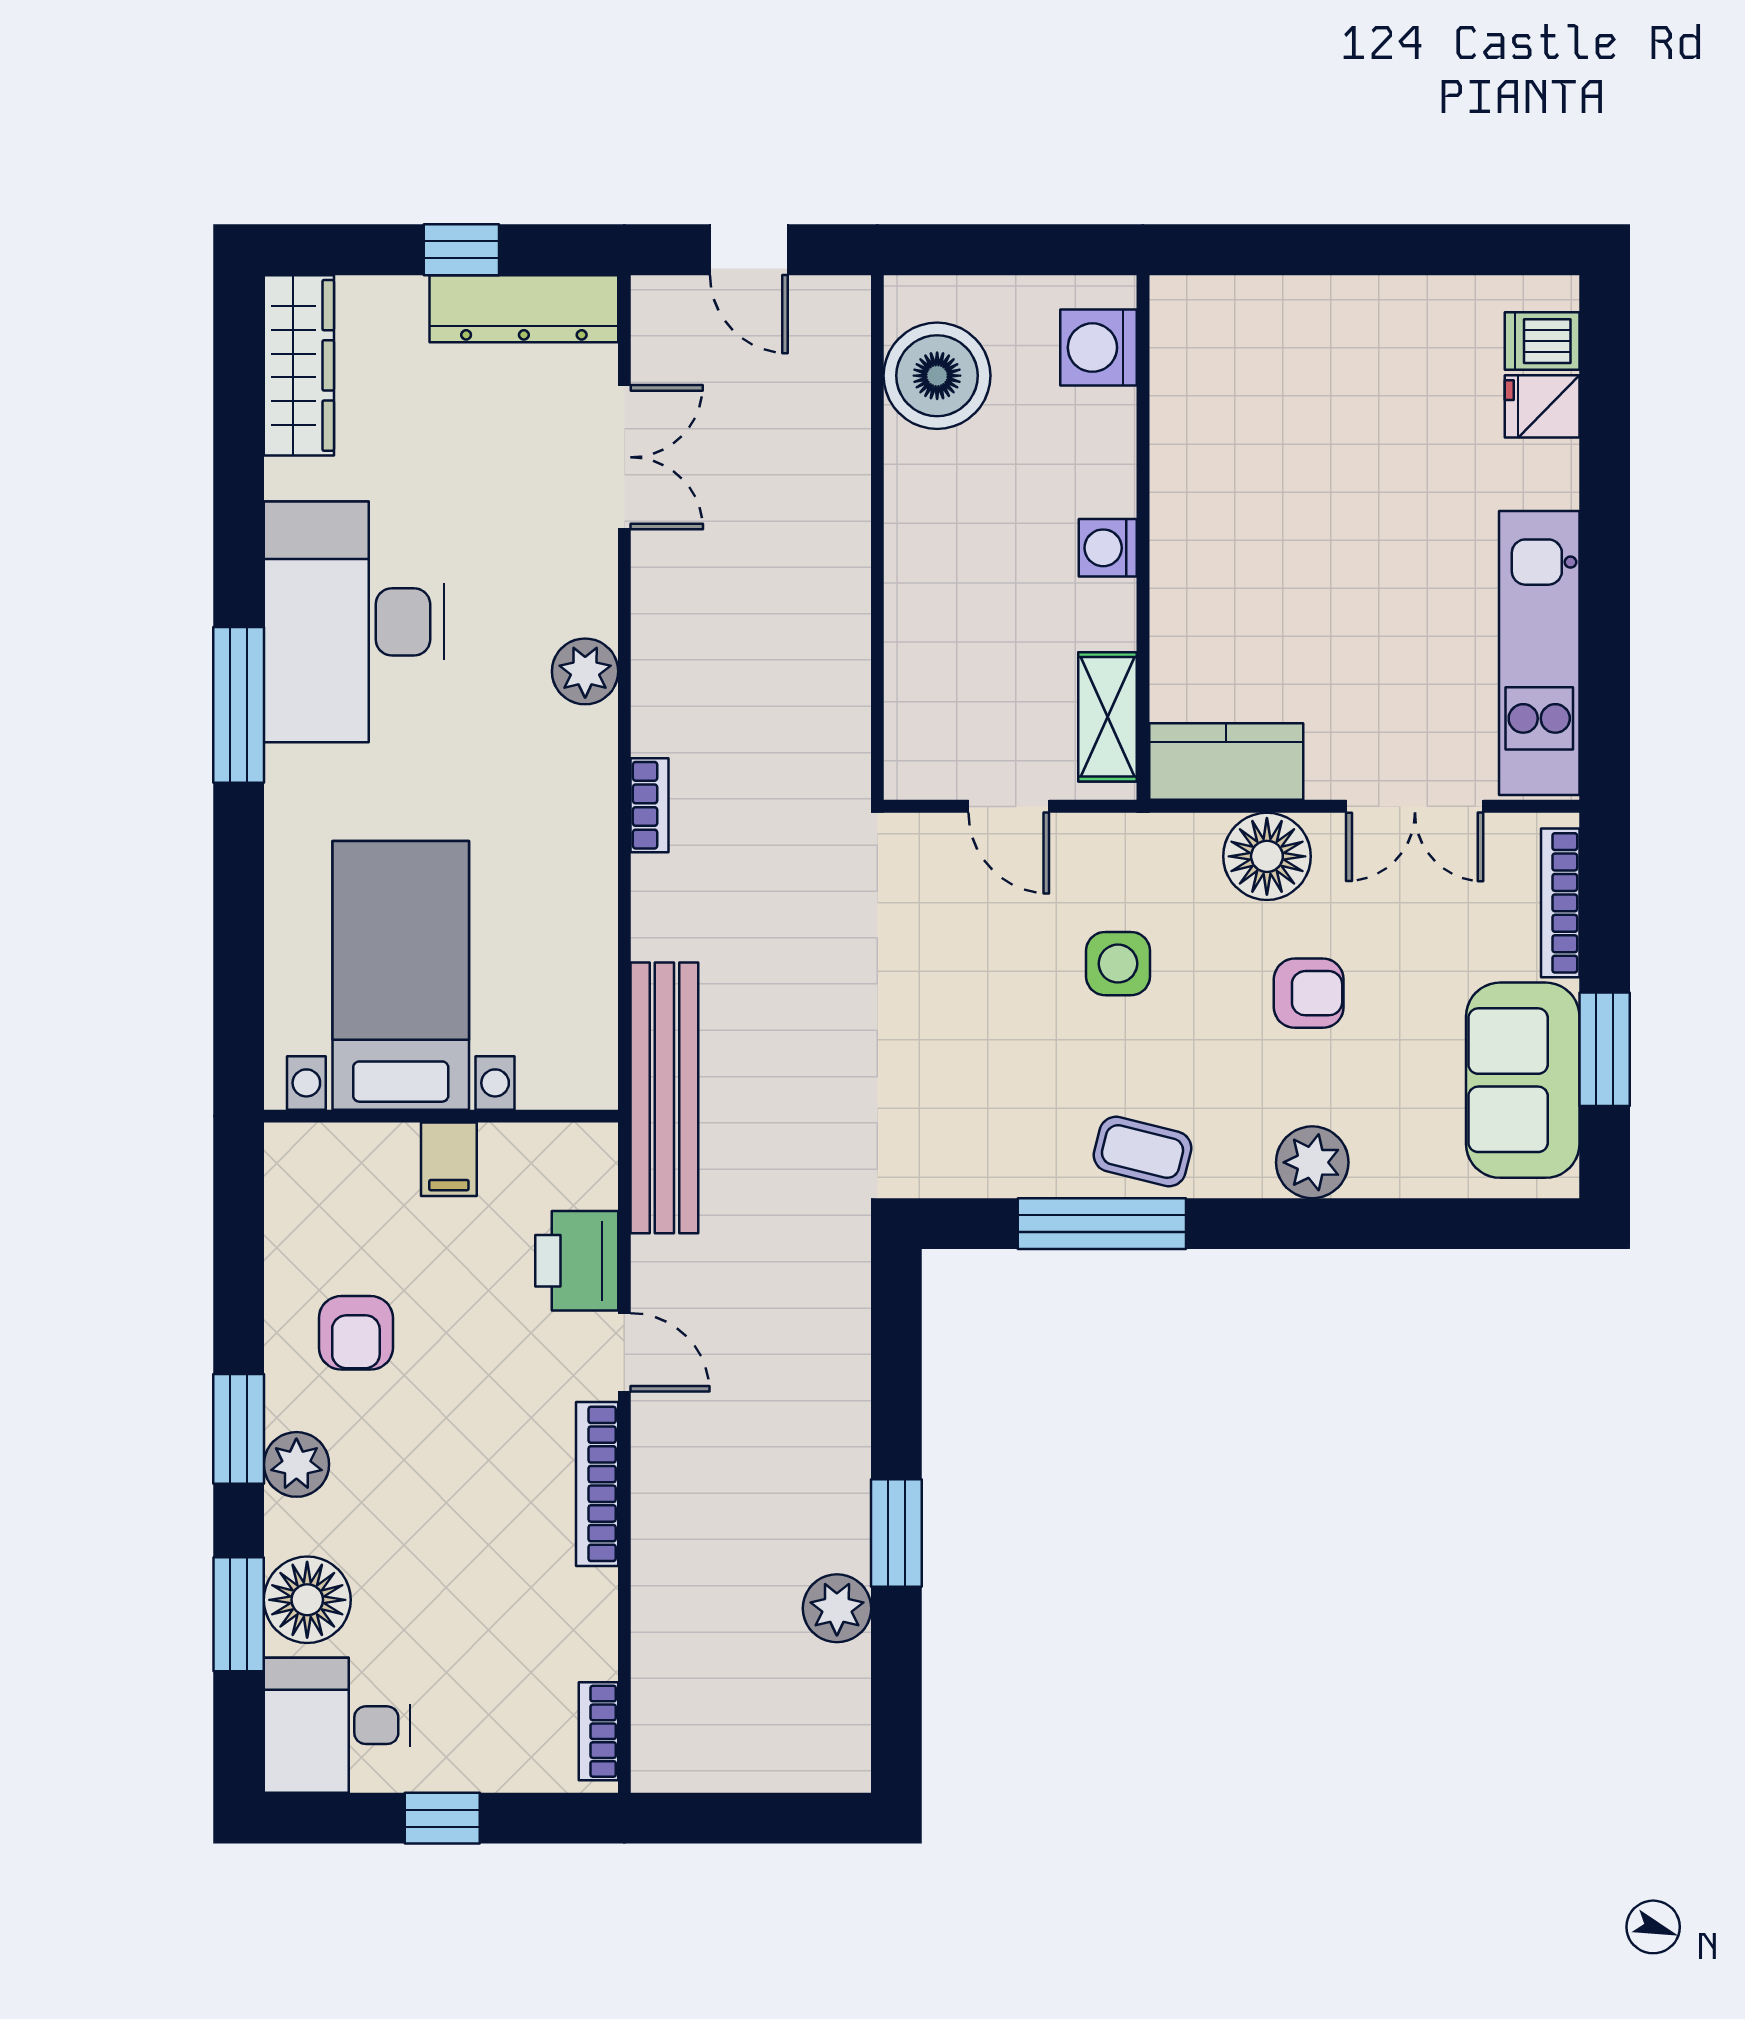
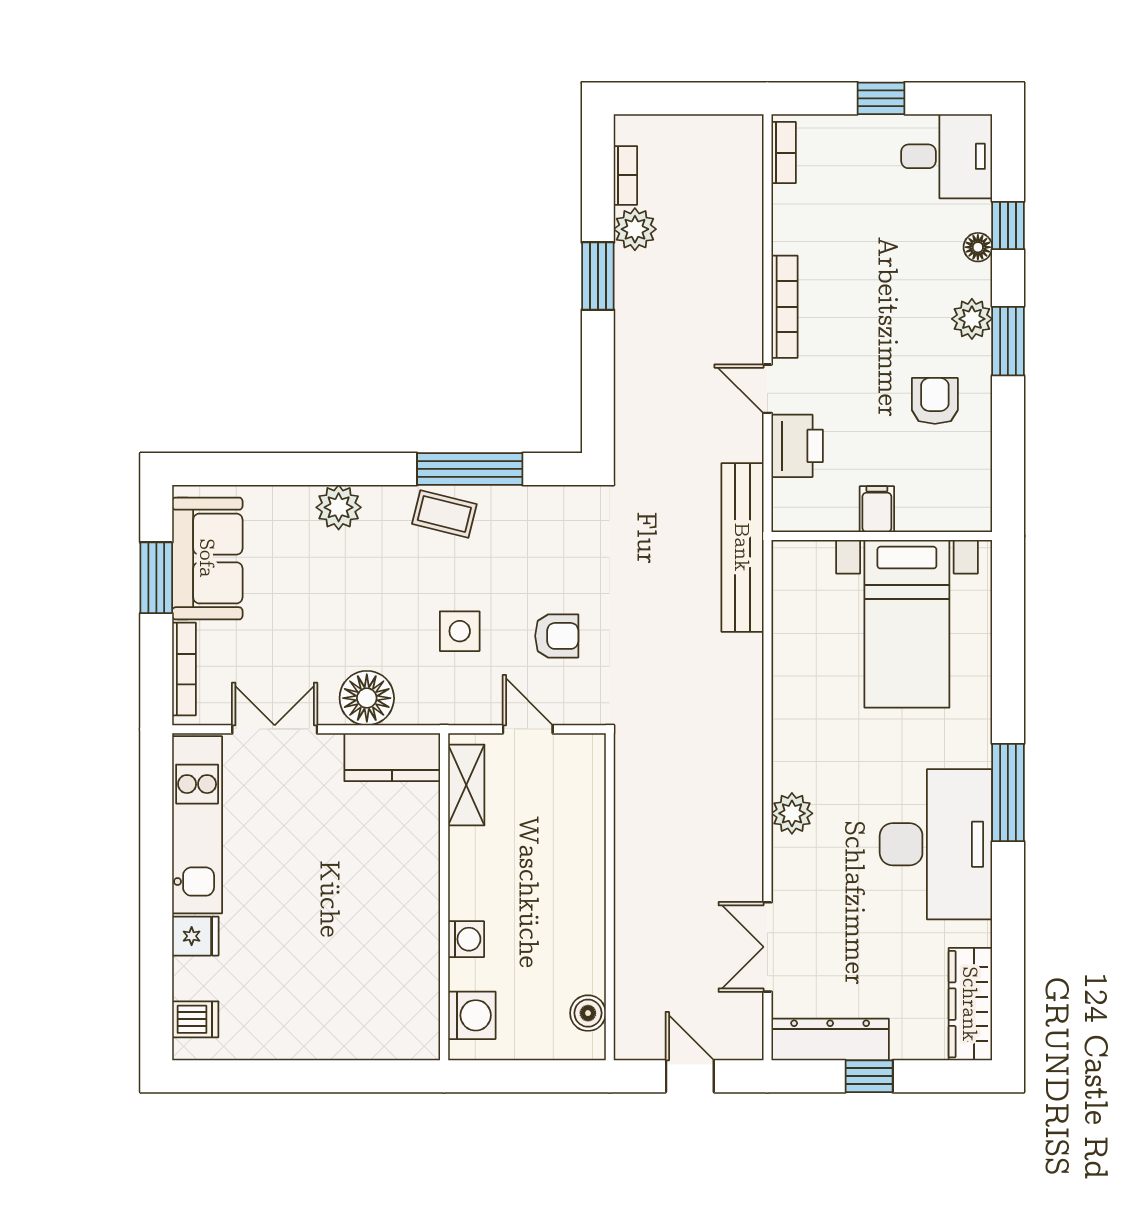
boiler: (937, 376) -> (588, 1013), width x0.54, depth x0.54
fridge: (1542, 406) -> (195, 936), moved
washing machine: (1108, 548) -> (466, 939), moved
bookcase: (650, 805) -> (625, 175), moved, turned 180
armchair: (1309, 993) -> (557, 636), moved, turned 180
floor lamp: (307, 1600) -> (978, 247), width x0.53, depth x0.53
window: (239, 1614) -> (1008, 225), width x0.67

